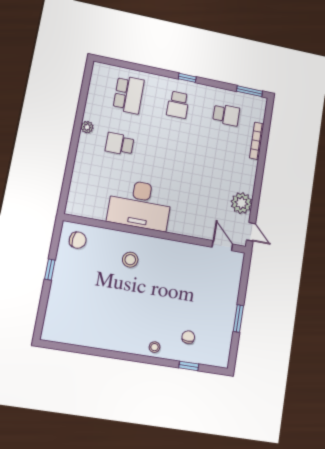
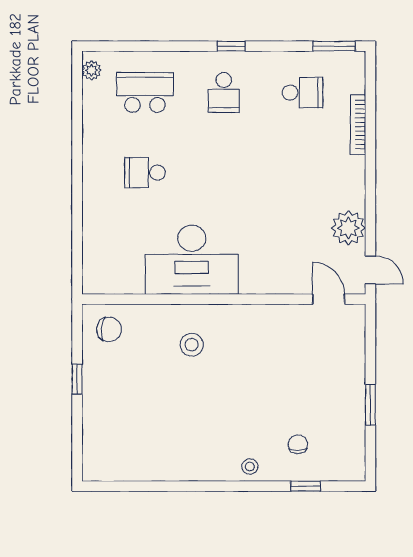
school desk: (129, 95) -> (145, 92), turned -90
plant: (87, 127) -> (91, 70), moved

